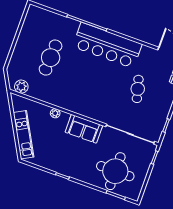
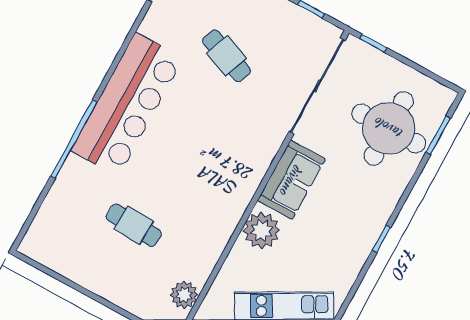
cafe table: (51, 58) -> (134, 225), width x0.73, depth x0.74
cafe table: (138, 89) -> (227, 56), turned 36
plant: (55, 113) -> (262, 230), width x1.87, depth x1.87

